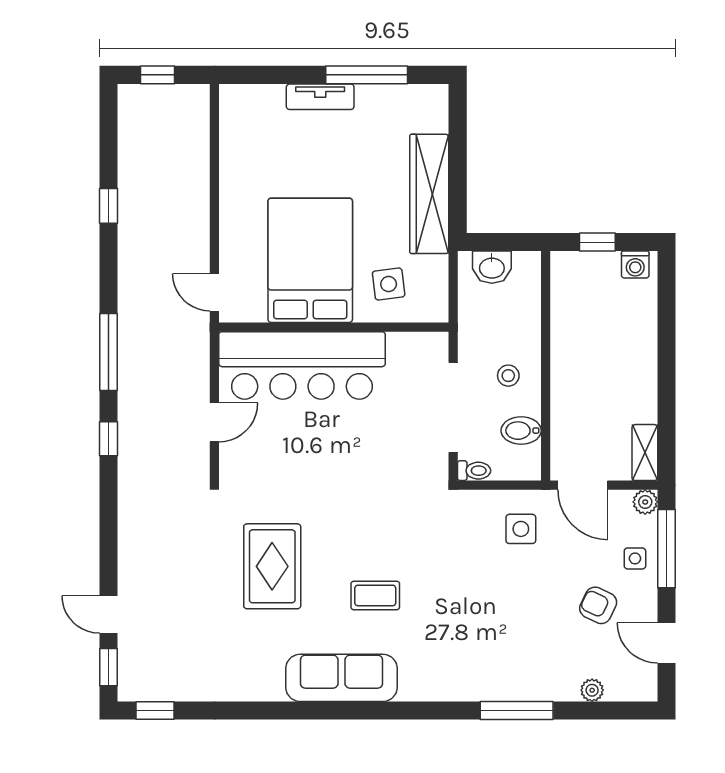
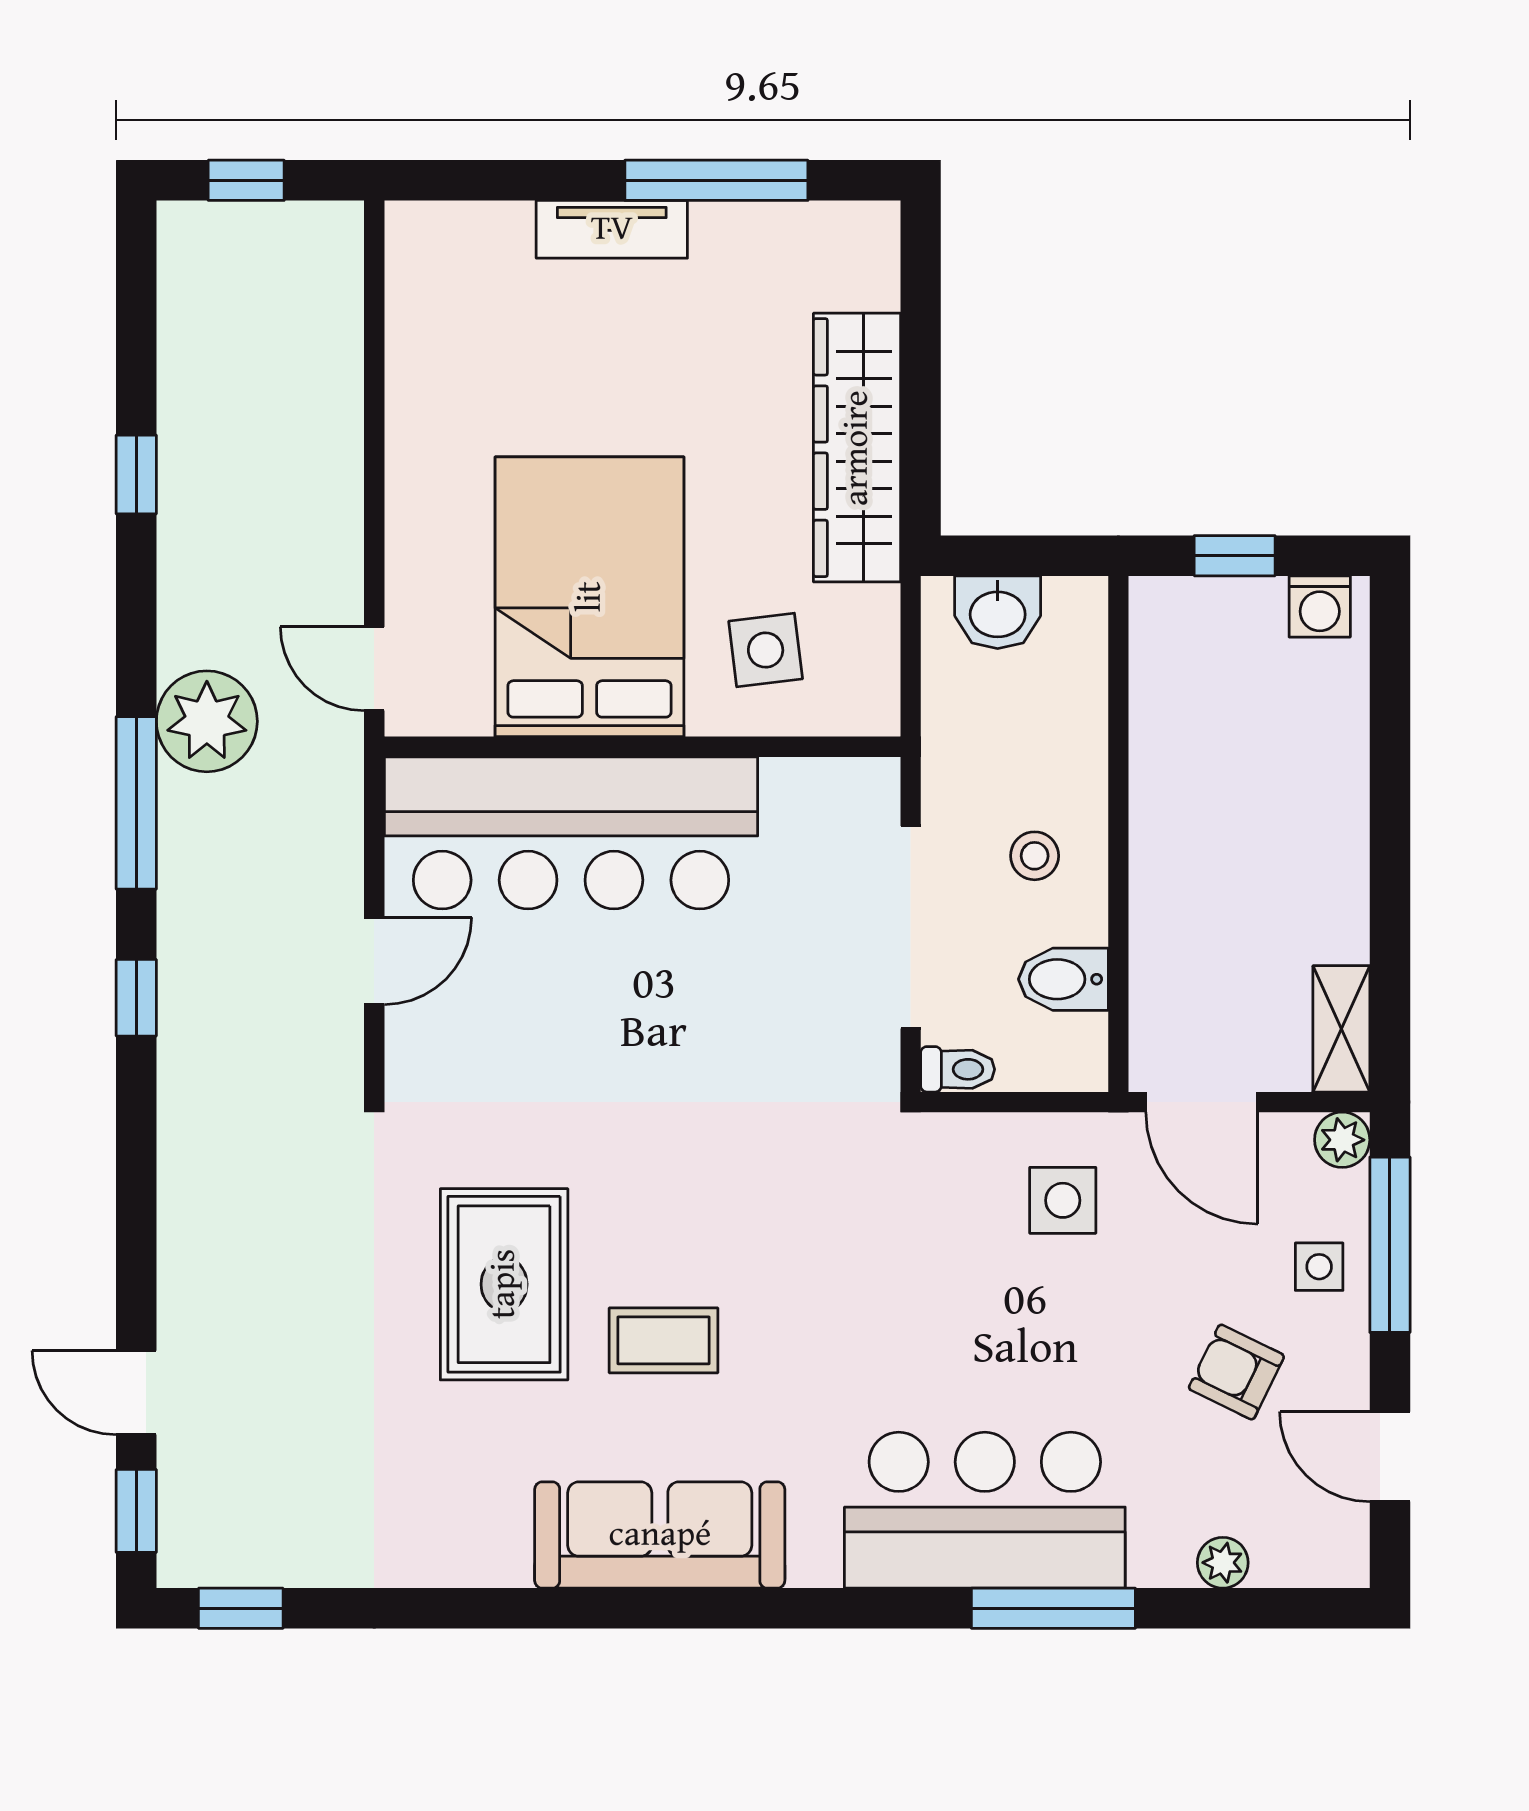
plant: (140, 316) -> (207, 721), added
coffee table: (375, 595) -> (664, 1340), moved
bar counter: (486, 667) -> (985, 1510), added

